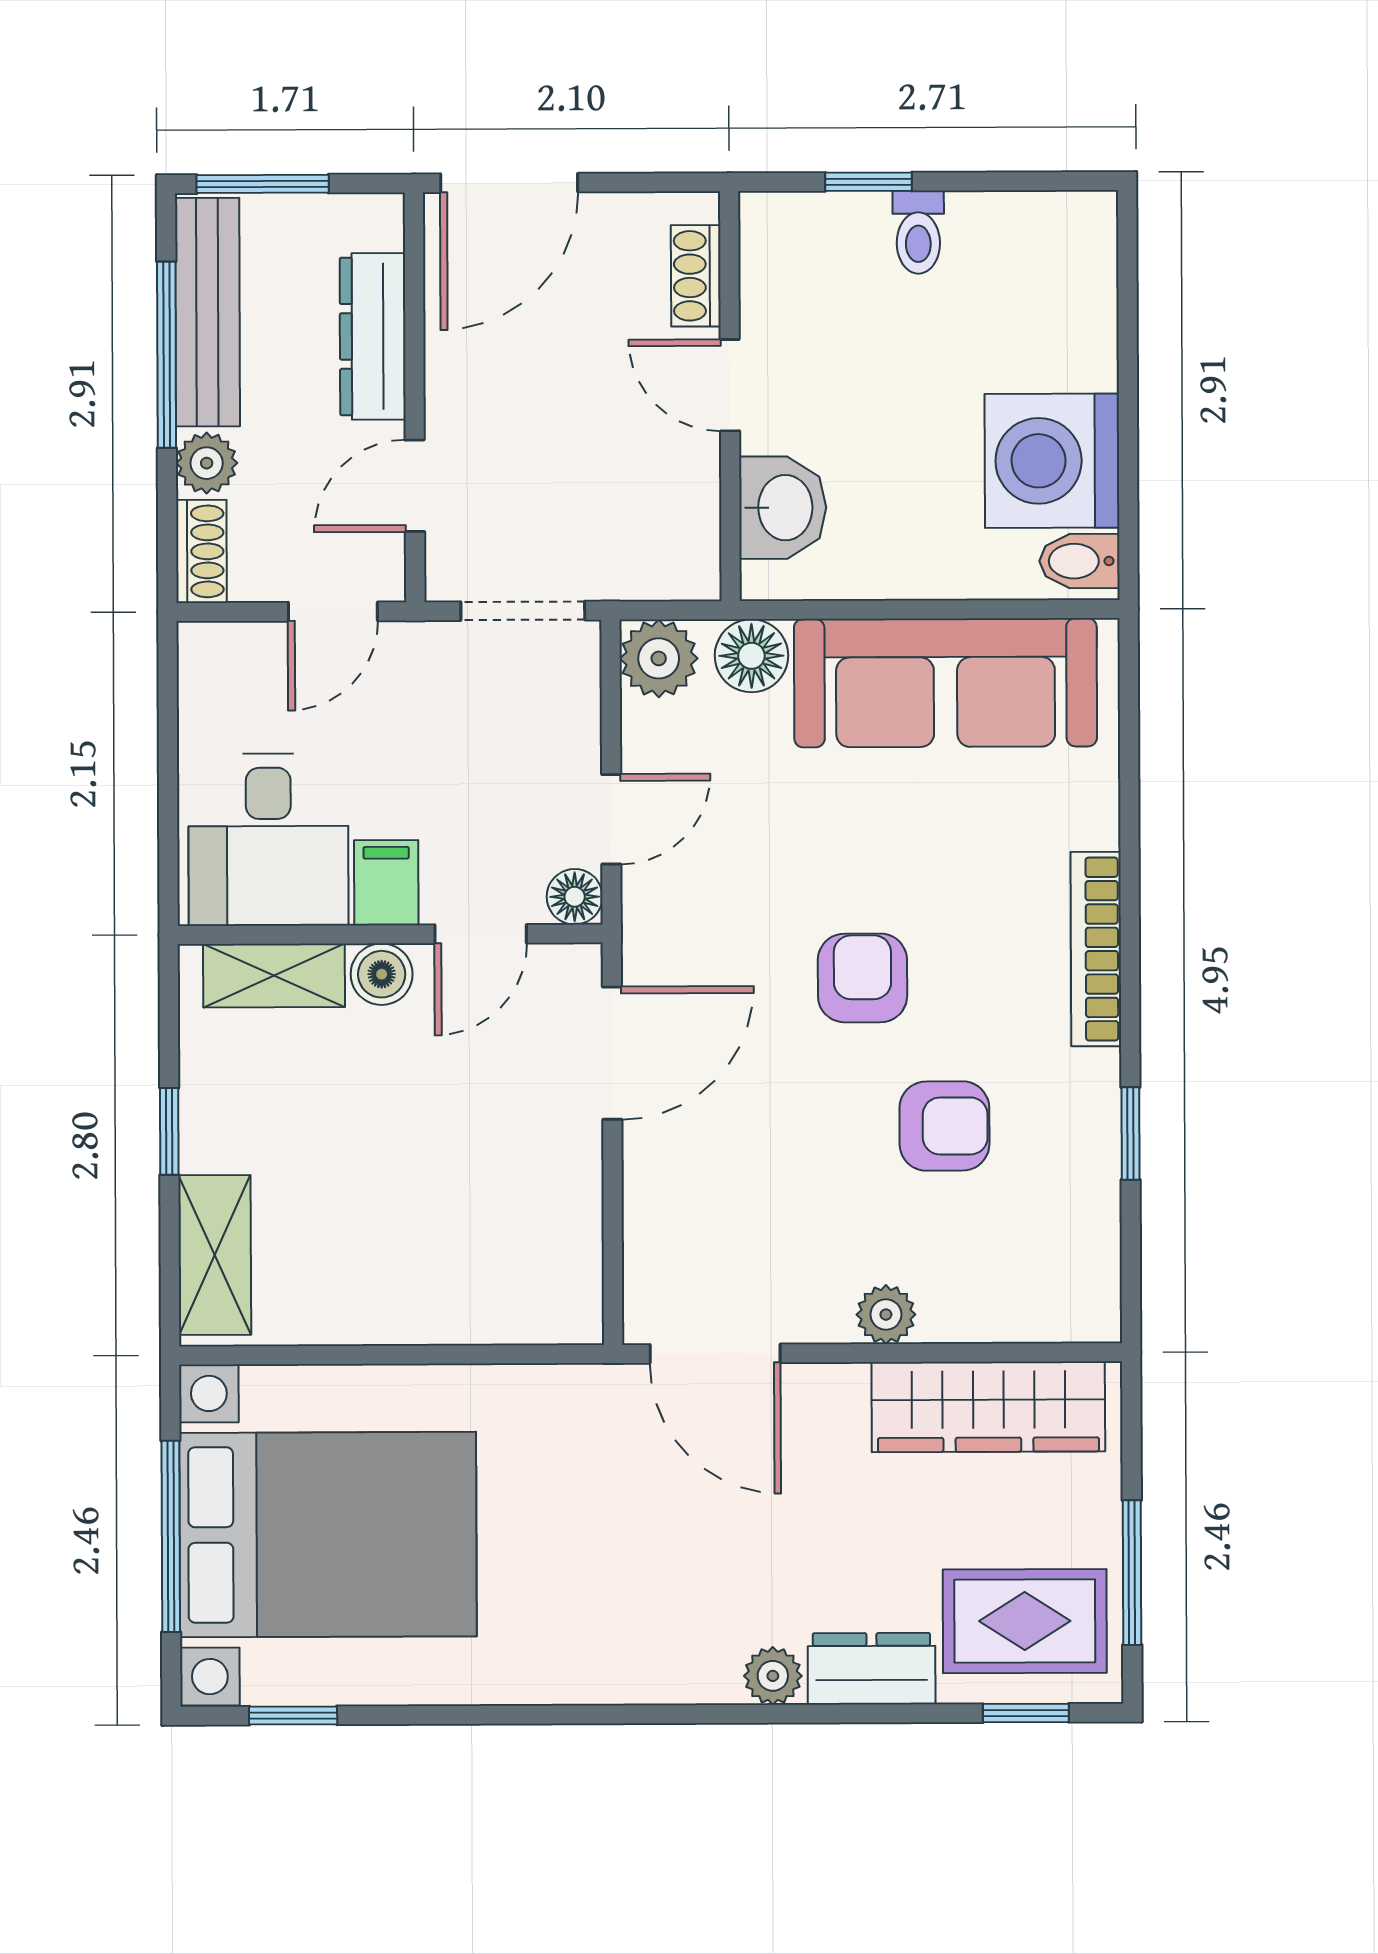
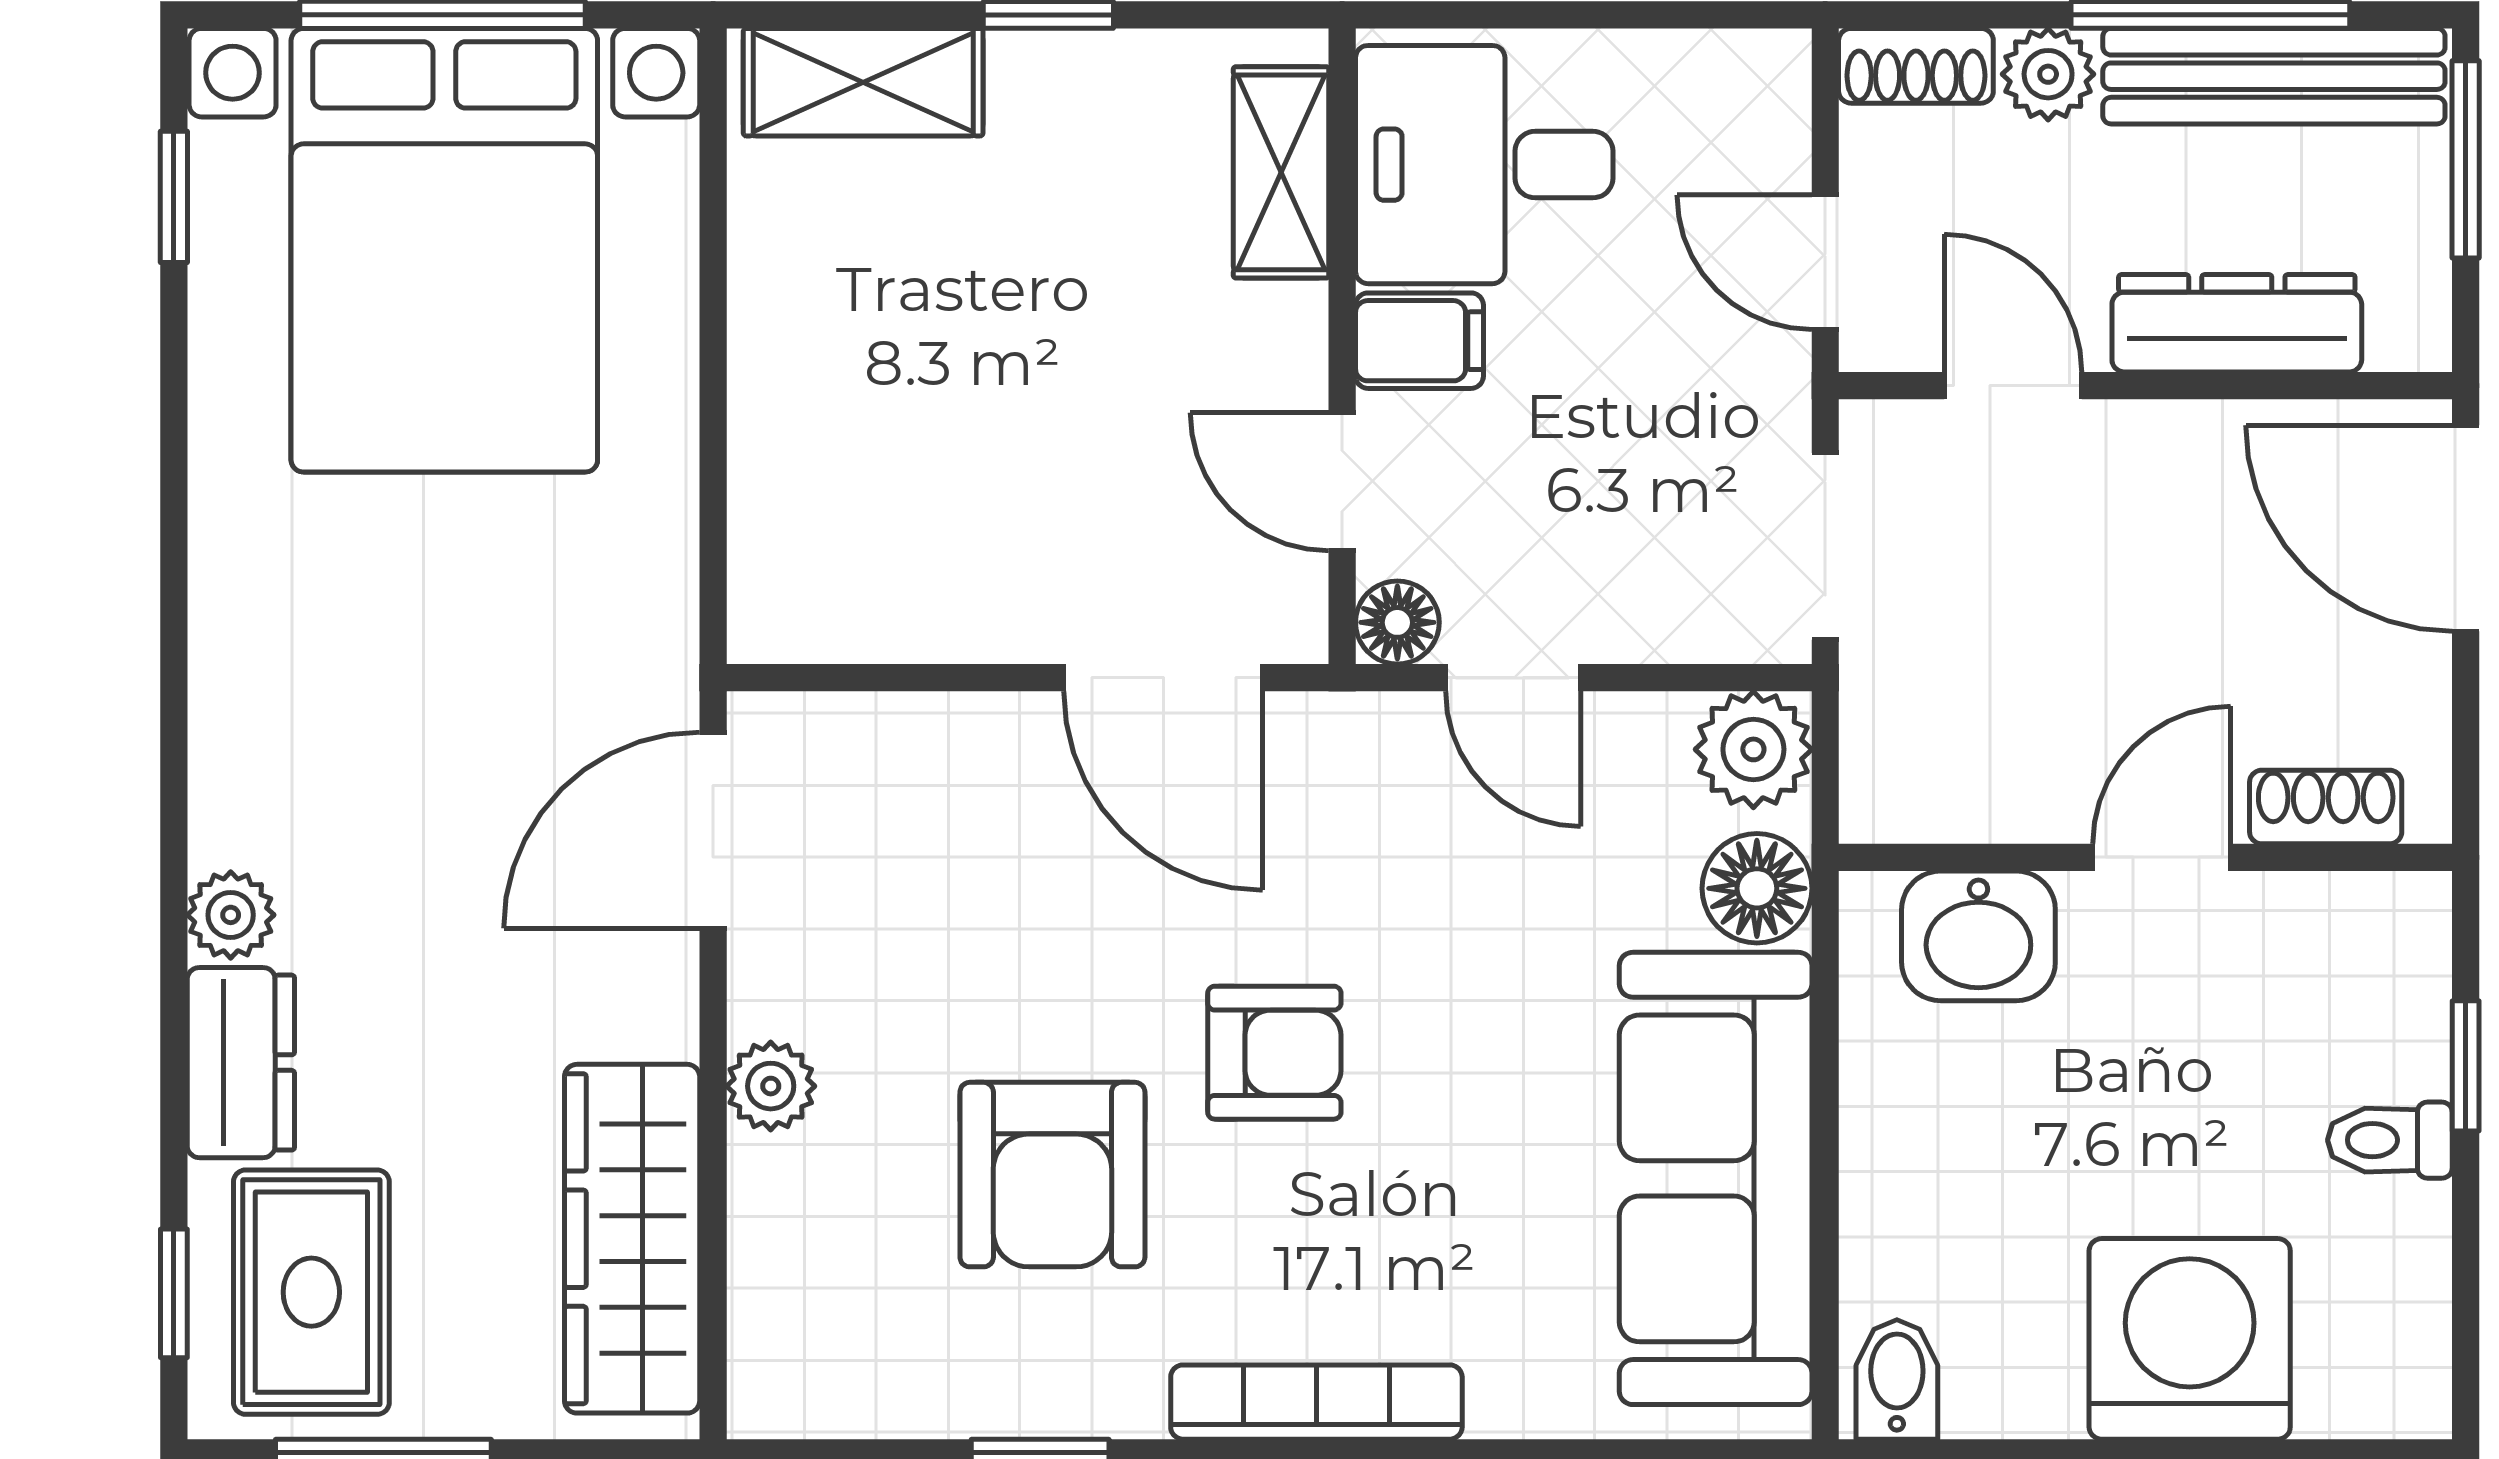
washing machine: (1052, 461) -> (2190, 1339), moved
boiler: (382, 974) -> (1283, 333), removed
armchair: (944, 1126) -> (1052, 1175), width x1.38, depth x1.38

